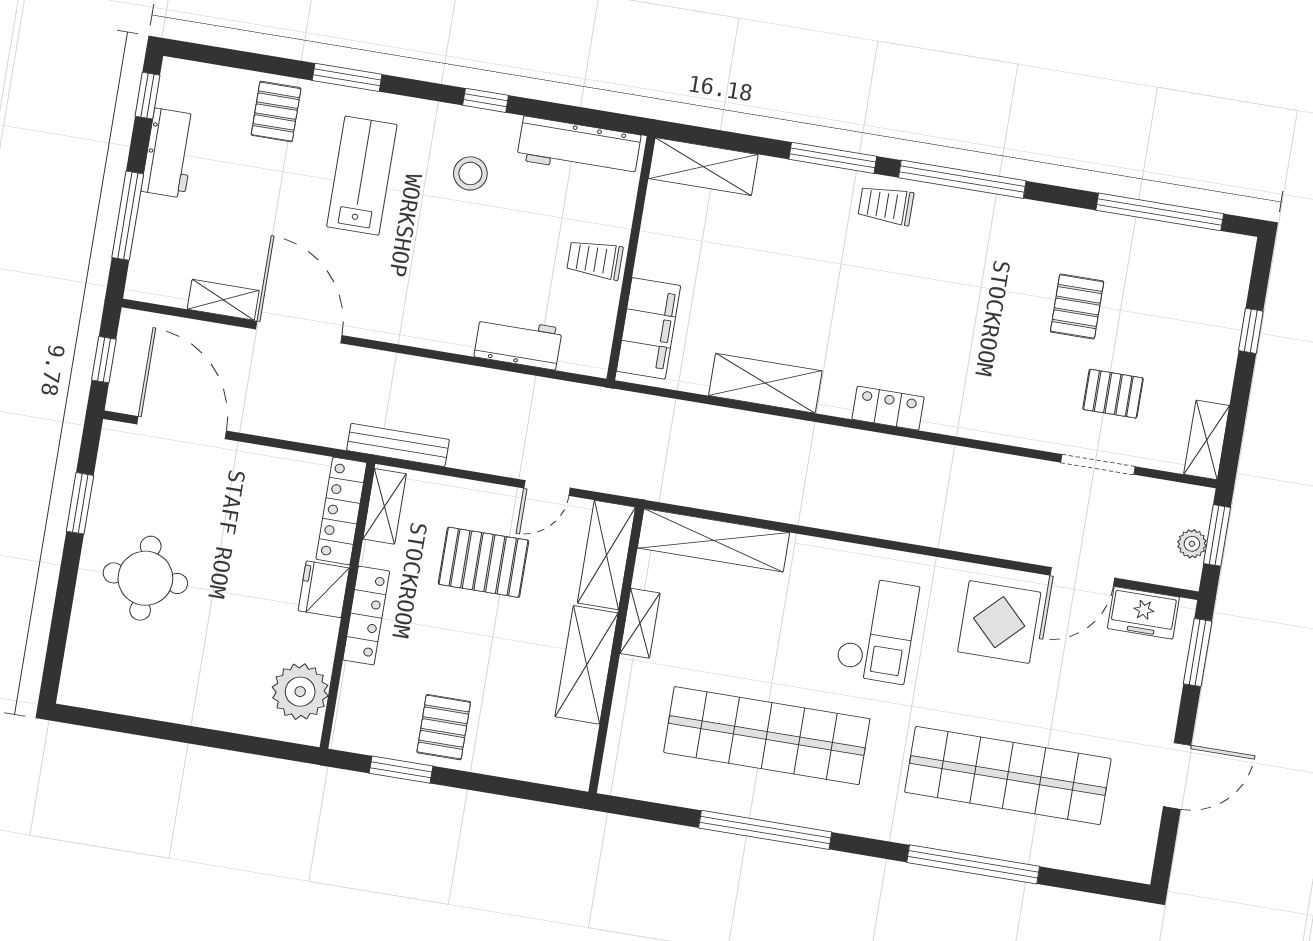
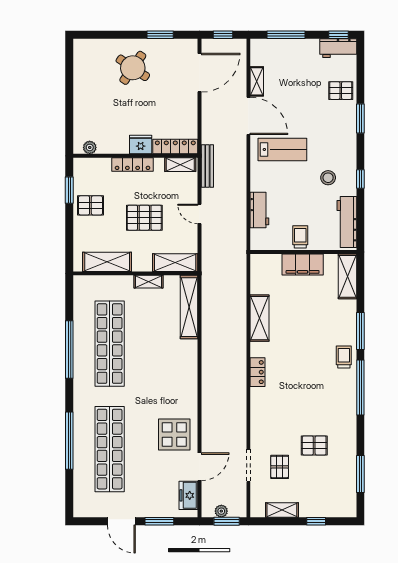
workbench: (169, 153) -> (338, 48), moved
lab bench: (362, 176) -> (282, 149), moved
window: (1160, 212) -> (360, 474), width x0.68
filing cabinet: (649, 328) -> (303, 264), moved
door: (299, 332) -> (248, 116), hinge flipped
shelving: (1207, 440) -> (282, 510), moved
door: (547, 488) -> (200, 214), moved
pallet: (484, 562) -> (144, 218), moved, turned 90
door: (1082, 577) -> (200, 467), swing flipped
round table: (145, 578) -> (133, 68), turned 34
checkout: (877, 630) -> (162, 383), removed
window: (1198, 652) -> (159, 521), moved
shelving: (586, 665) -> (107, 262), moved
plant: (300, 692) -> (90, 147), width x0.53, depth x0.53

